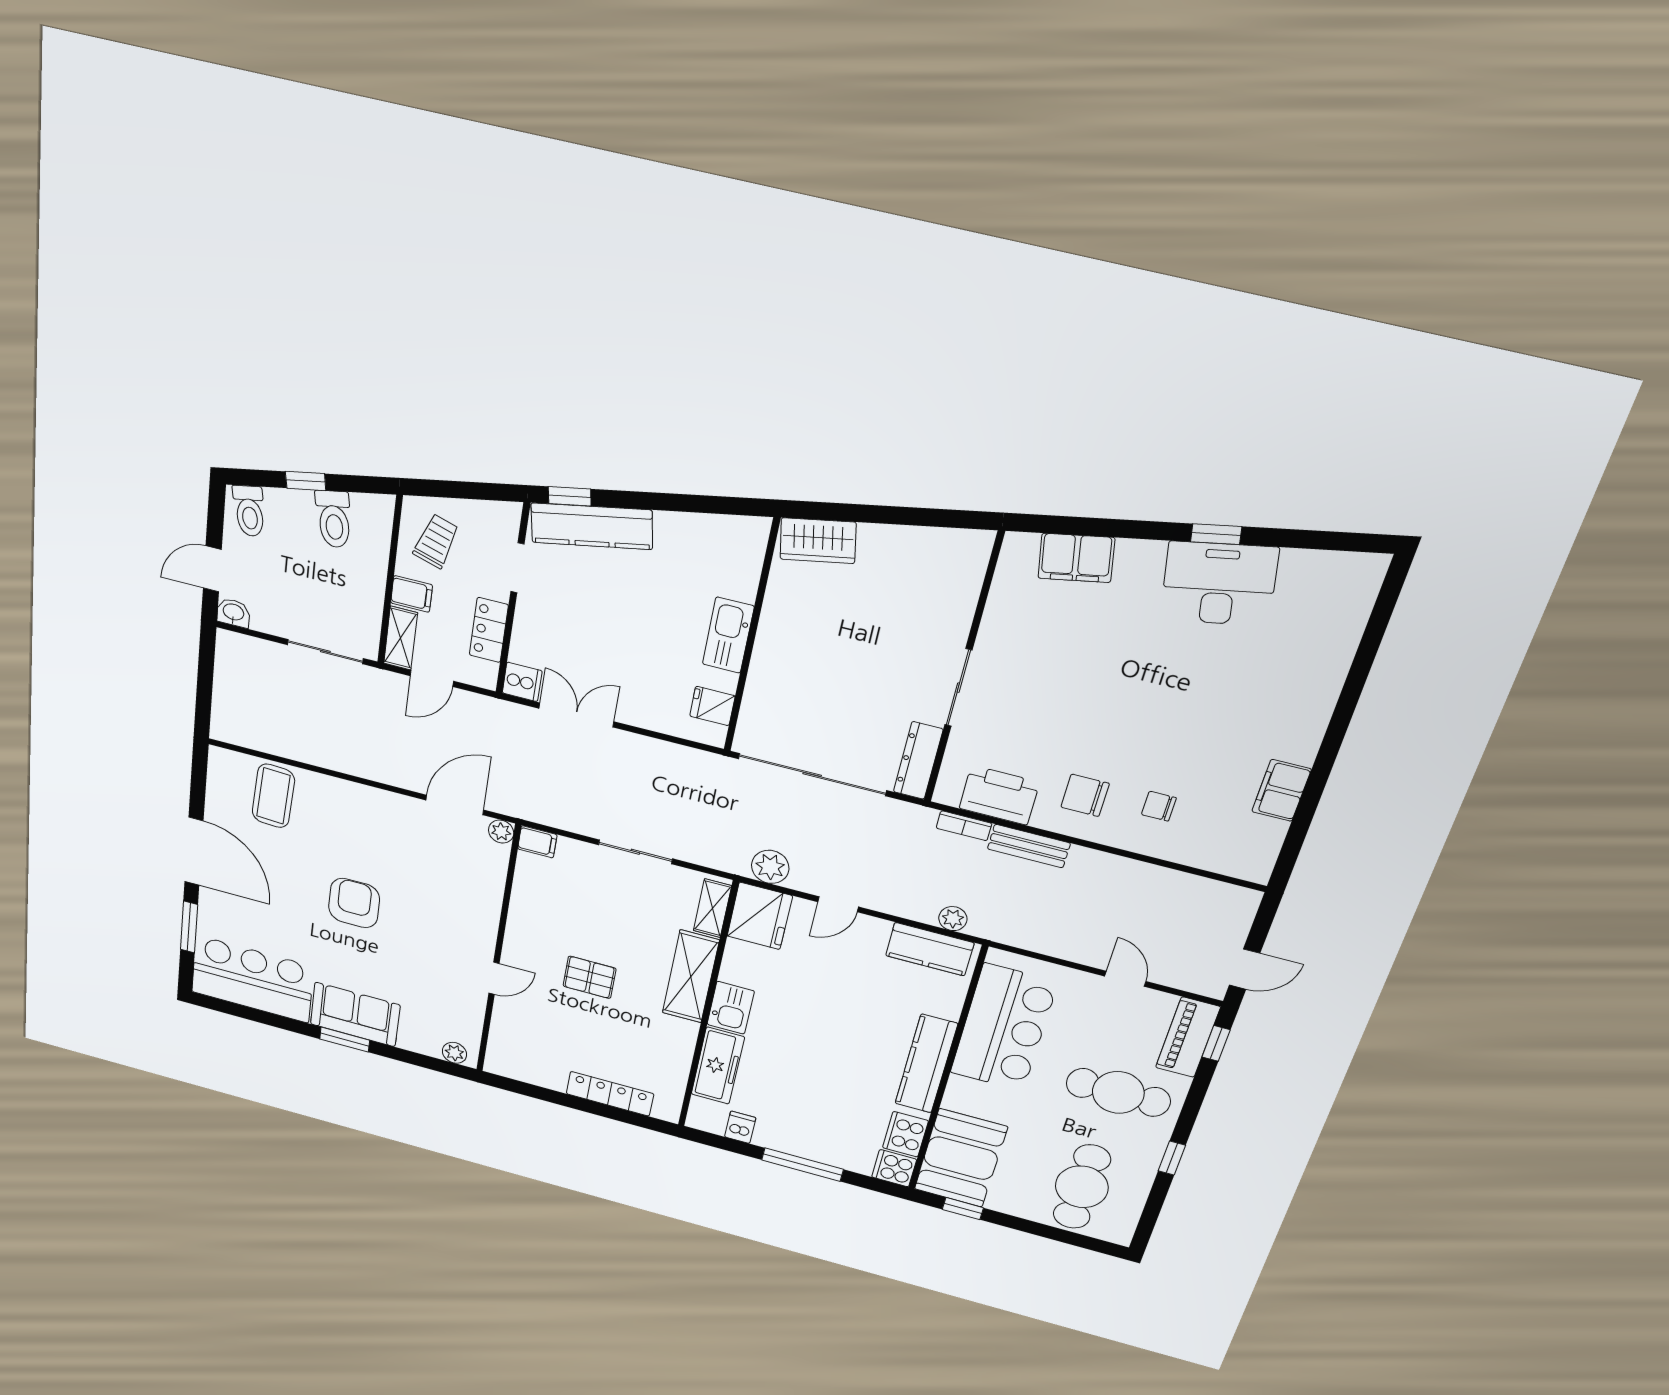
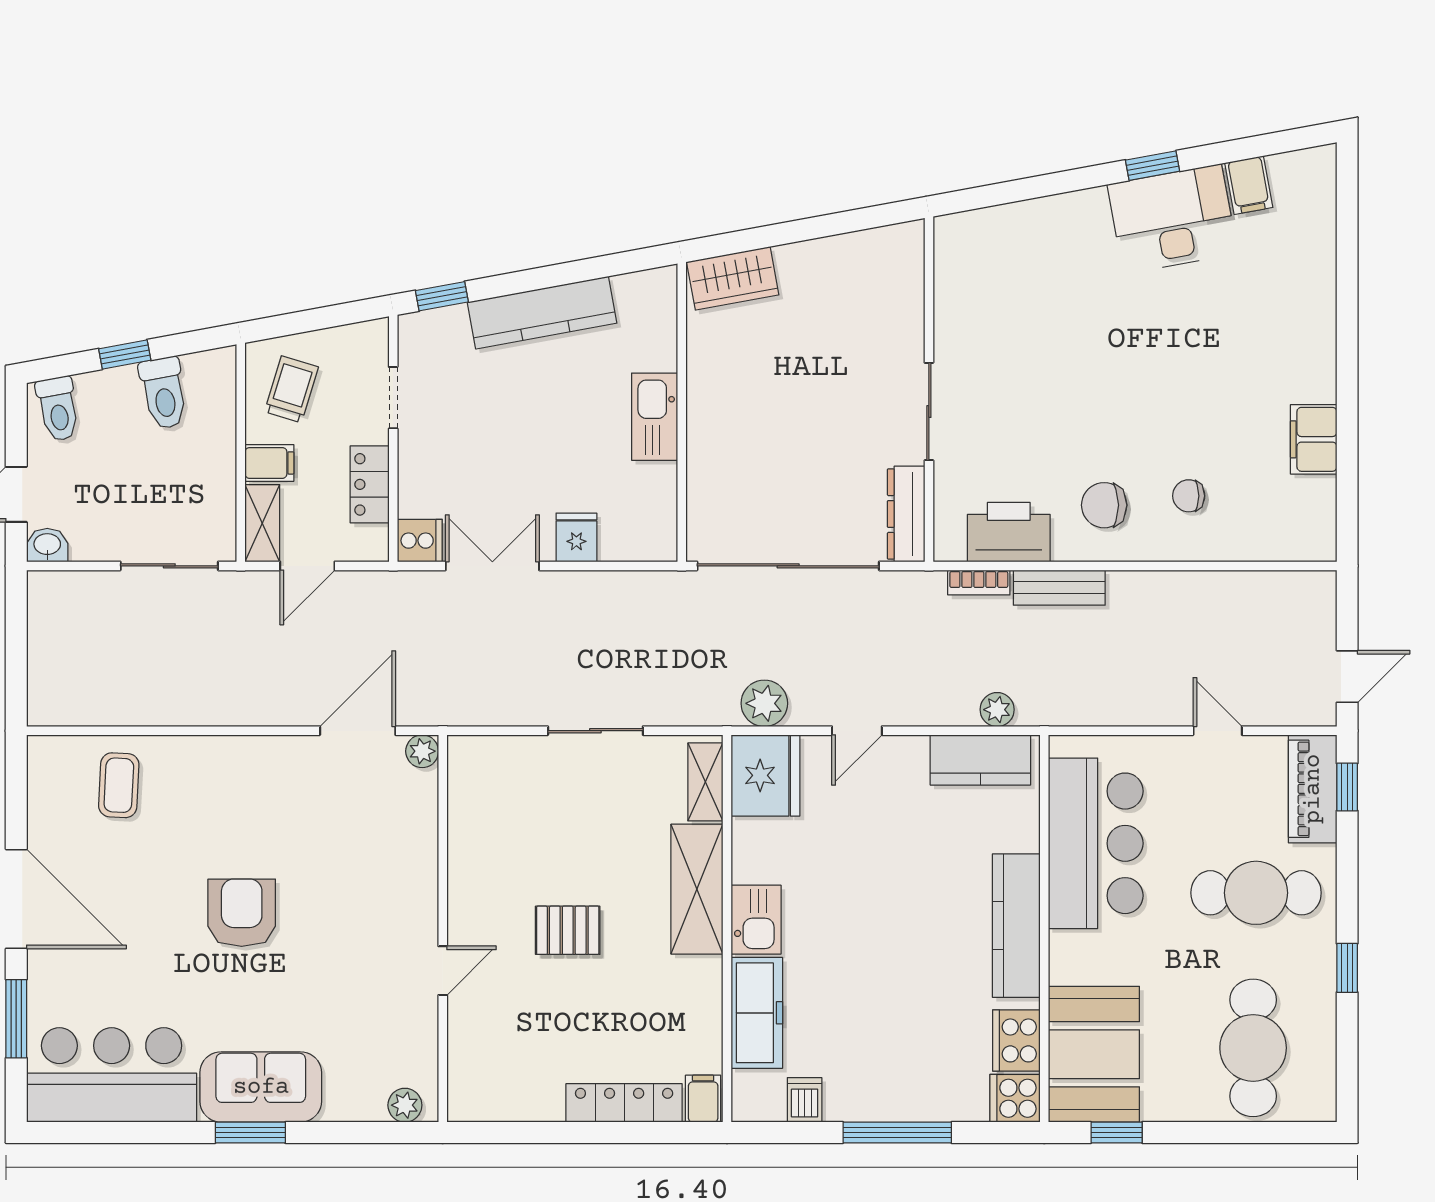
kitchen counter: (592, 526) -> (542, 313), moved
filing cabinet: (1076, 558) -> (1249, 185), moved, width x0.50
fridge: (712, 706) -> (576, 537), moved, turned 90
coffee table: (273, 796) -> (119, 785), width x0.73, depth x0.77
filing cabinet: (537, 842) -> (703, 1099), moved, turned -90

